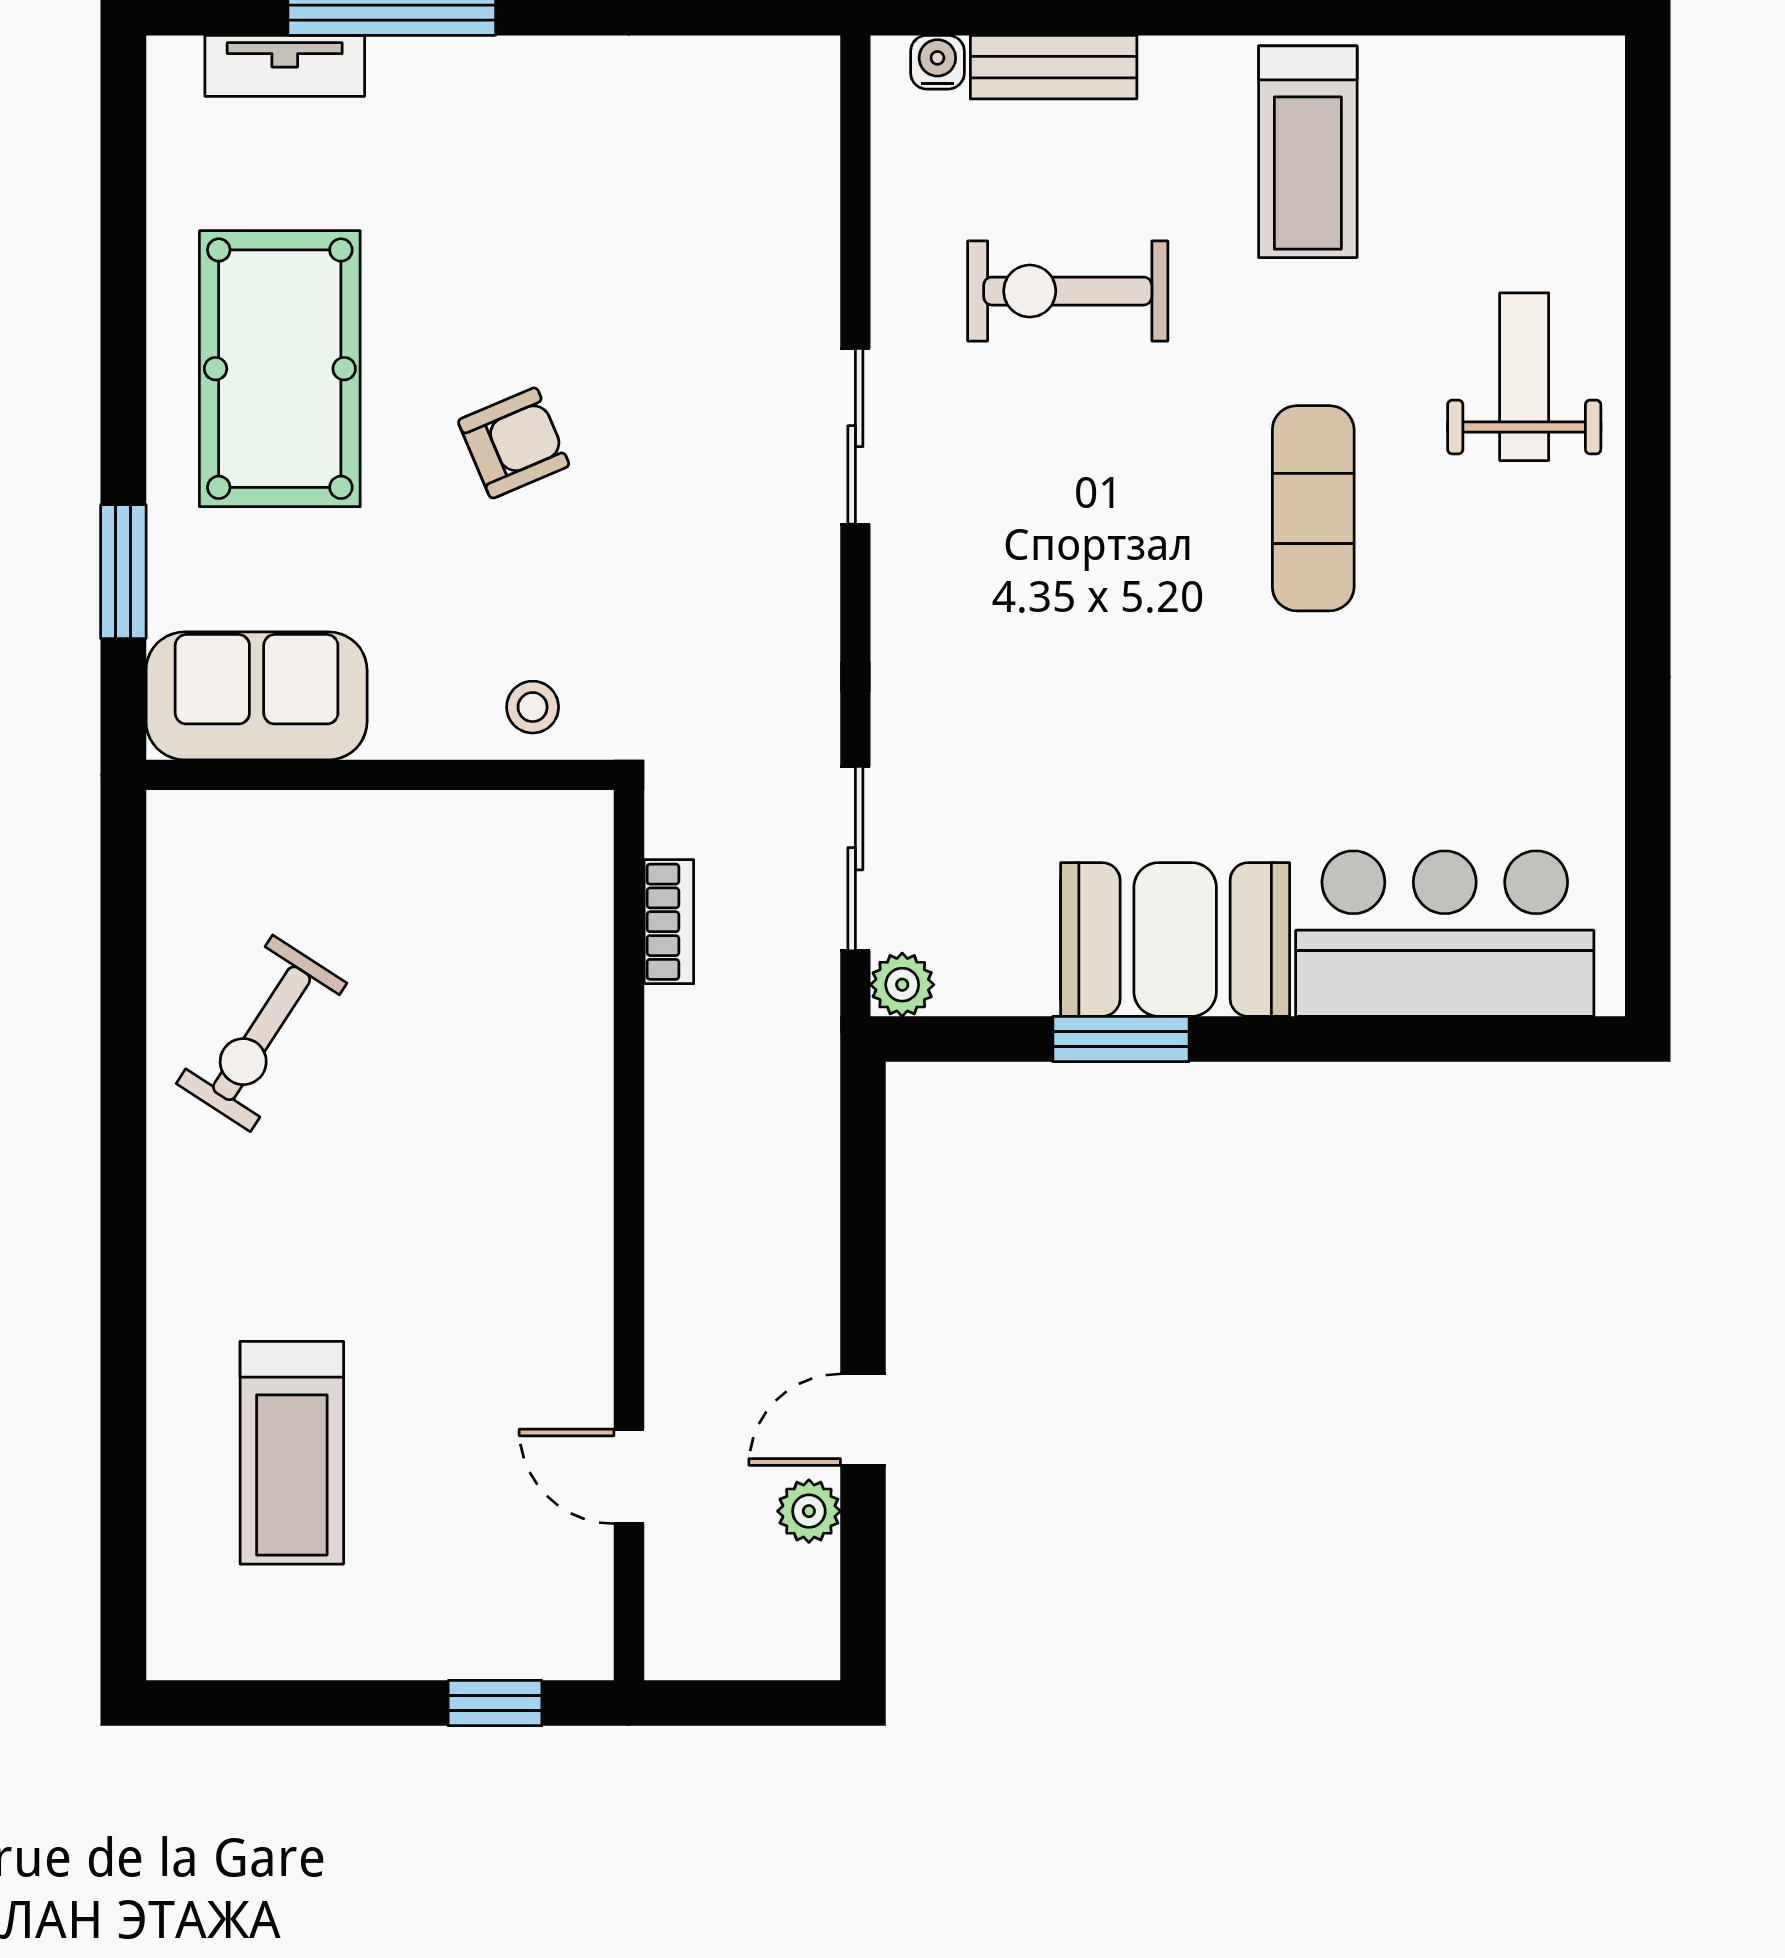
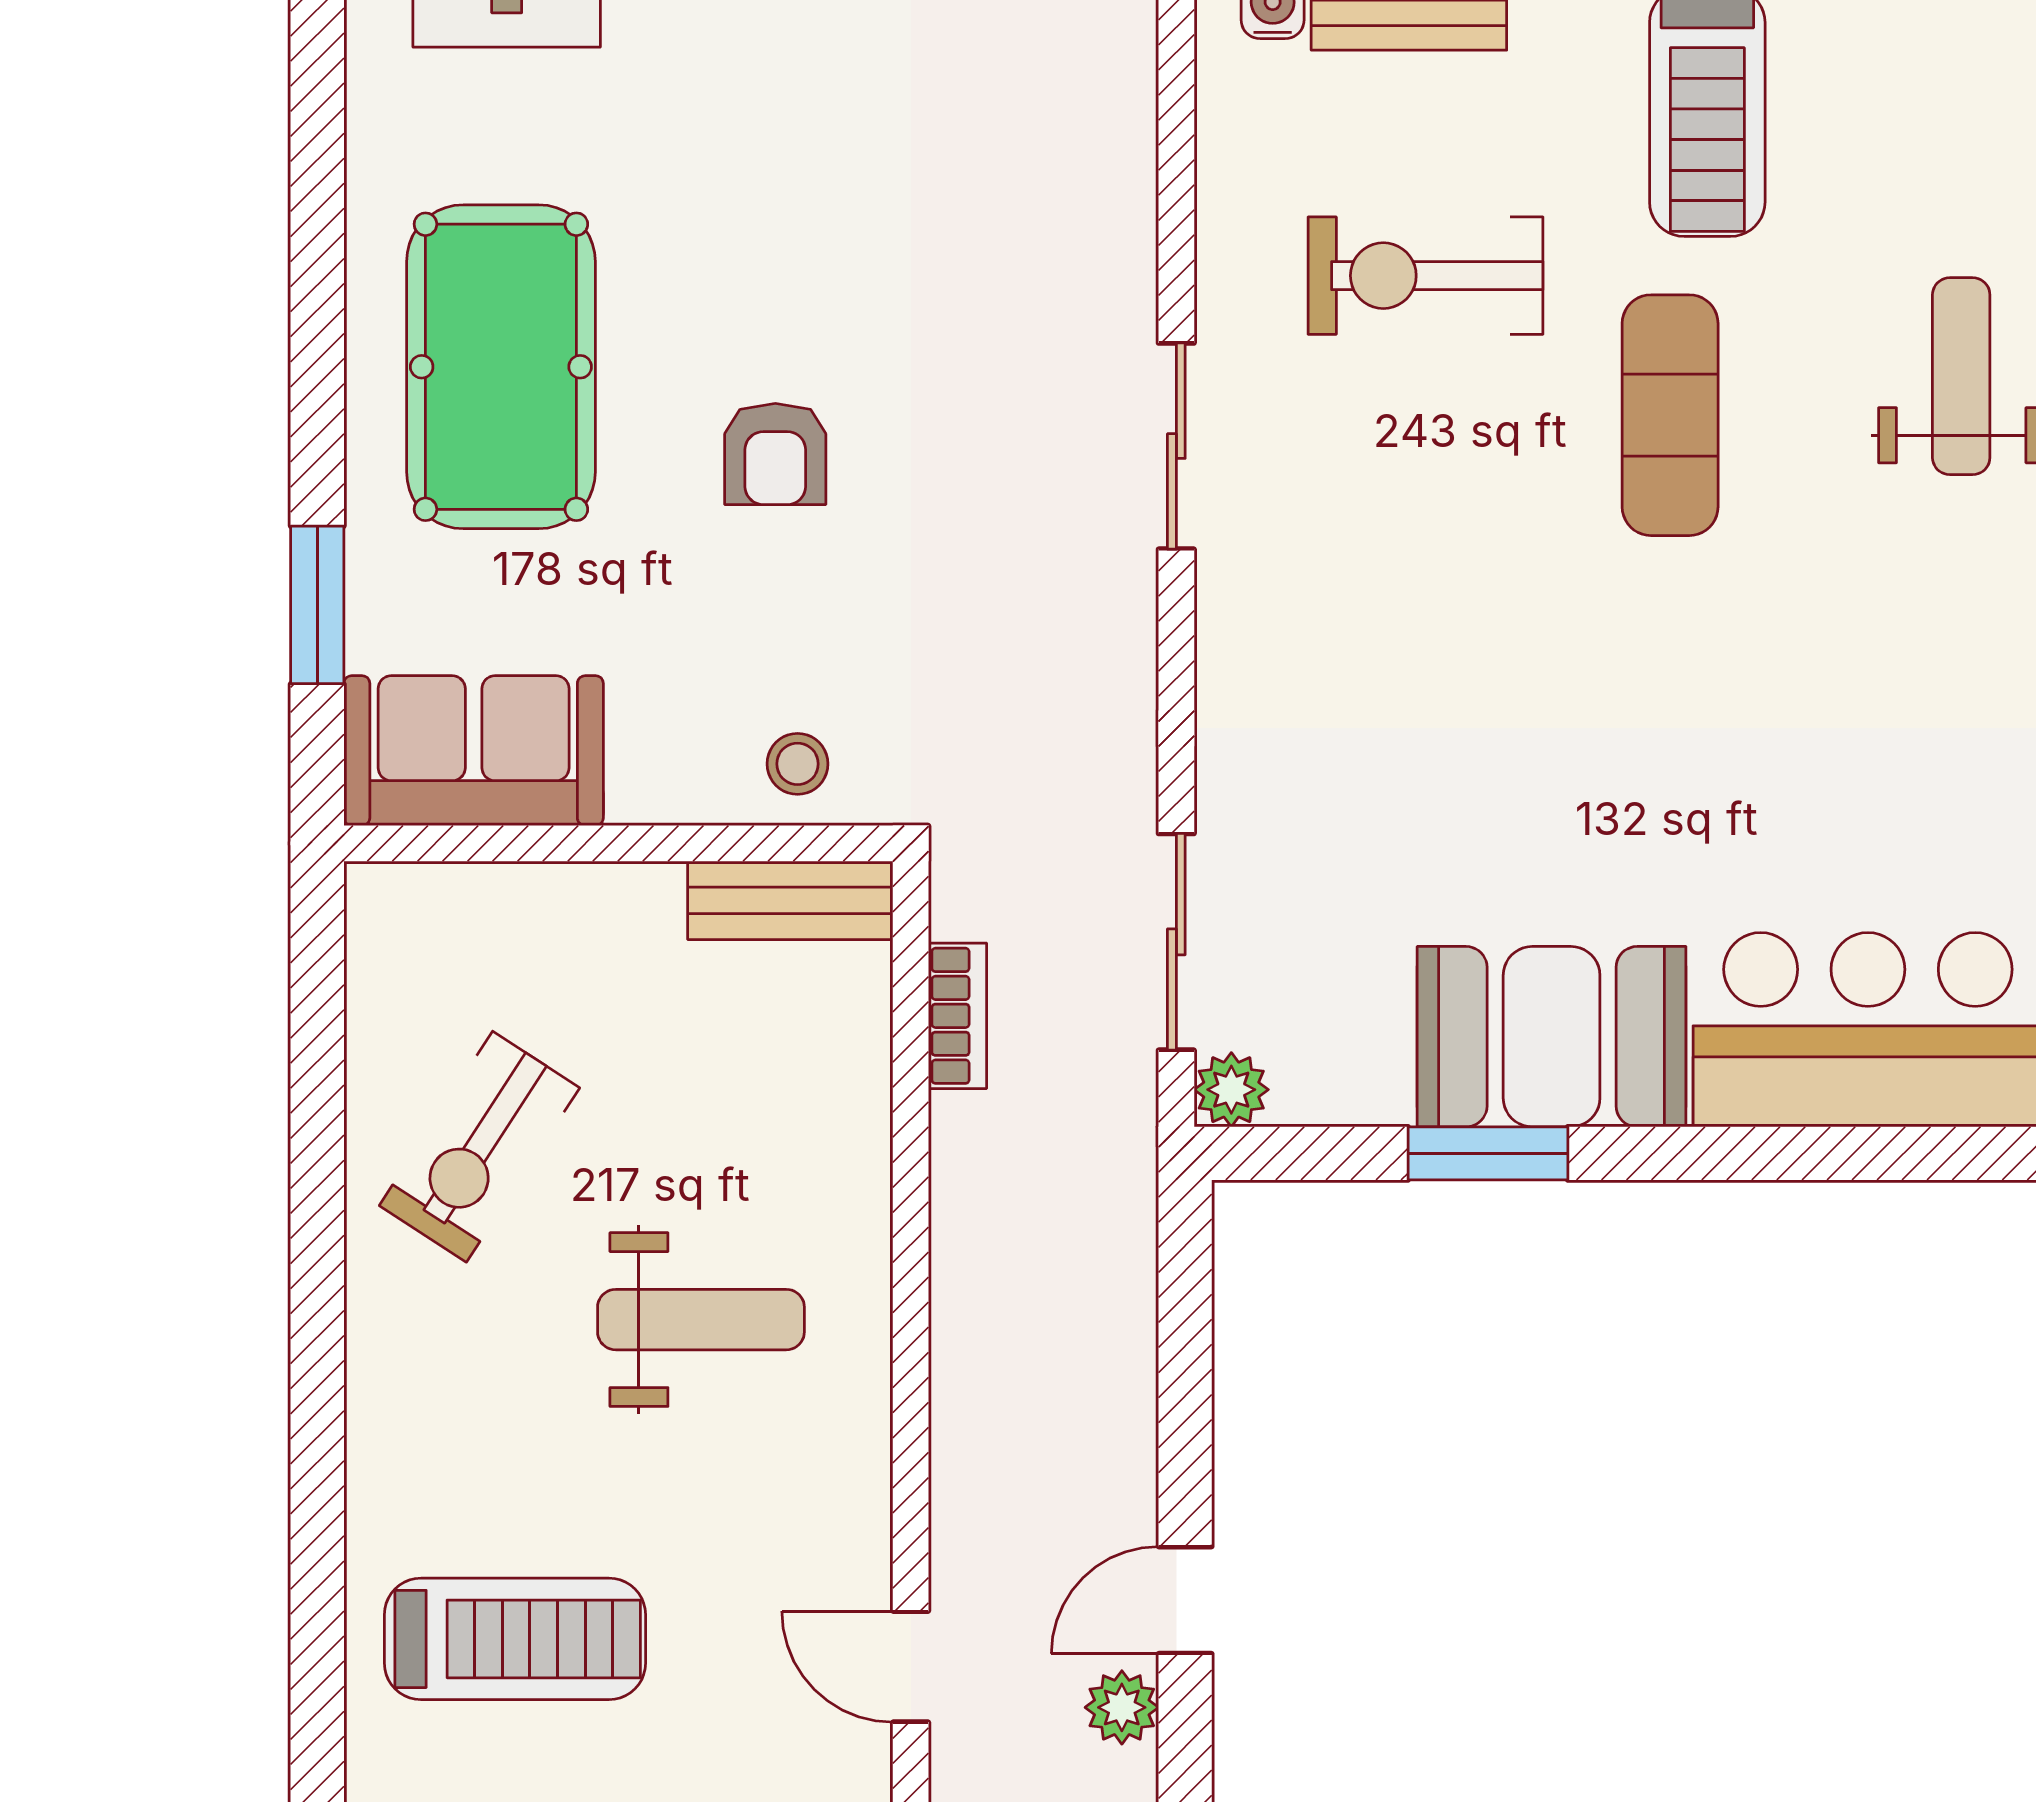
armchair: (514, 443) -> (775, 454), turned 113
exercise mat: (1313, 508) -> (1670, 415), moved
bench: (526, 823) -> (790, 900), added
weight bench: (450, 1181) -> (701, 1320), added
treadmill: (292, 1453) -> (515, 1639), turned -90

